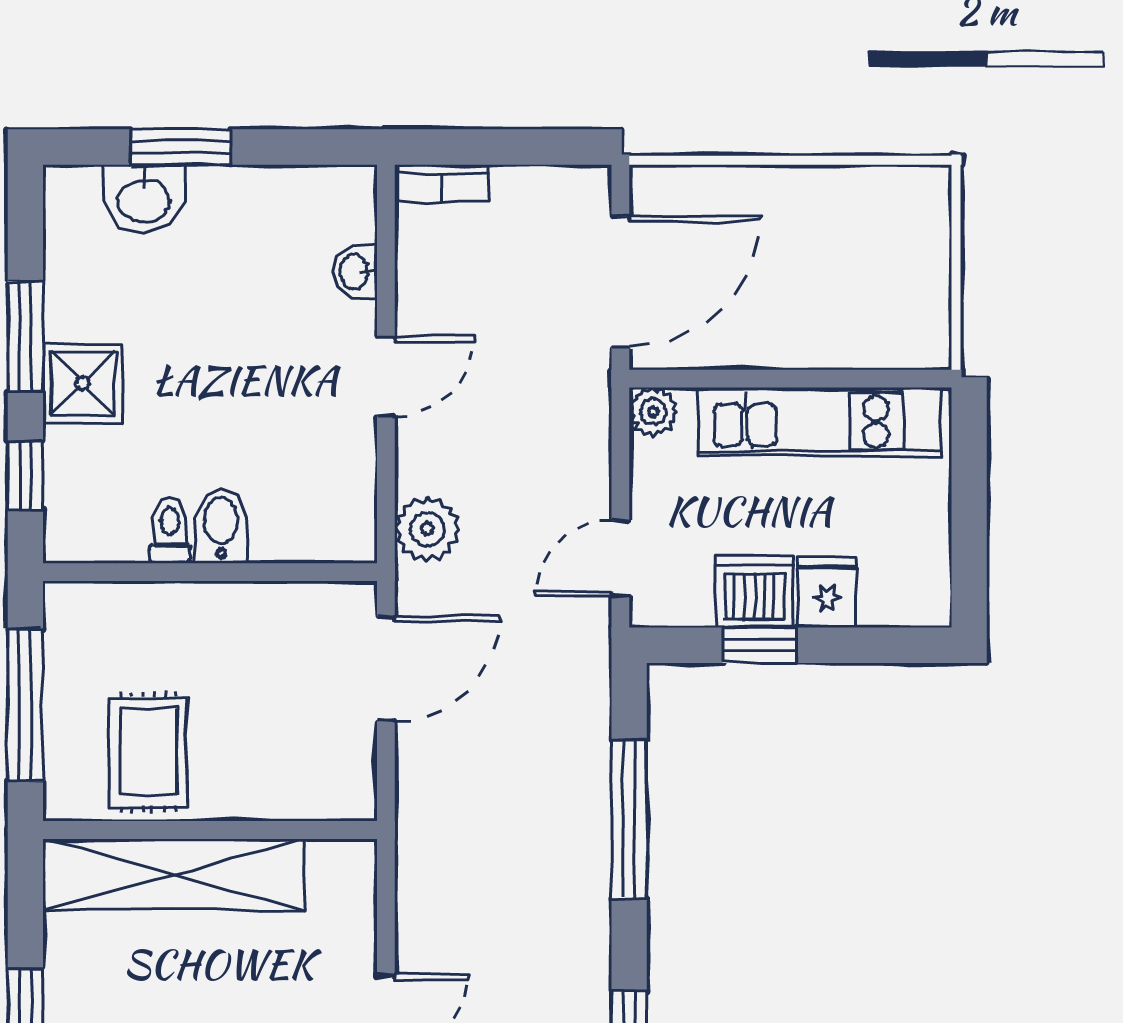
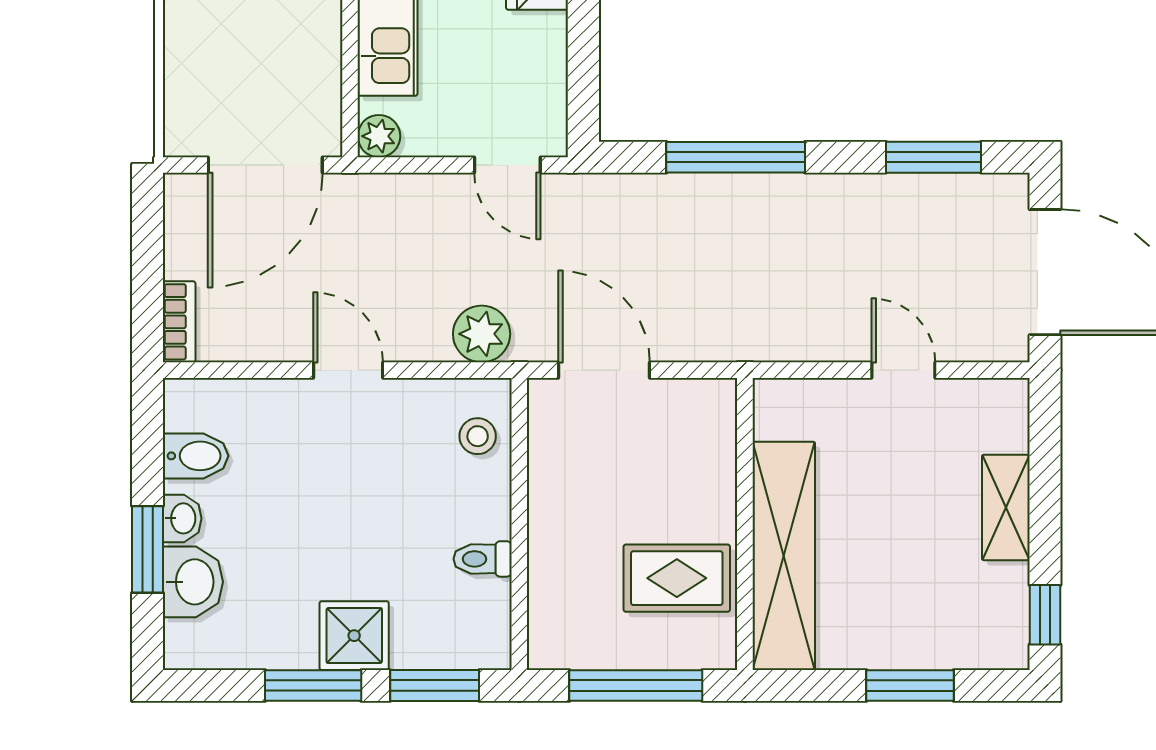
washbasin: (355, 272) -> (182, 518), moved, turned -90
door: (620, 282) -> (265, 165), swing flipped
window: (25, 475) -> (435, 686), width x1.50
stool: (310, 524) -> (478, 436), added
bidet: (221, 526) -> (196, 456), moved, turned 180
dishwasher: (754, 592) -> (536, 48), removed
window: (760, 645) -> (583, 43), removed

